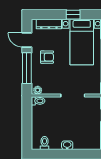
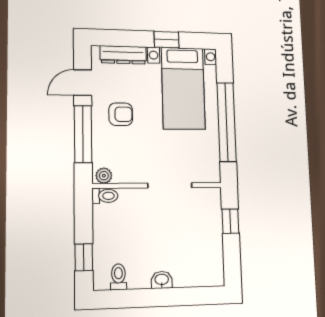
door: (27, 40) -> (83, 83), hinge flipped
window: (27, 133) -> (84, 257), added

